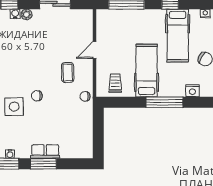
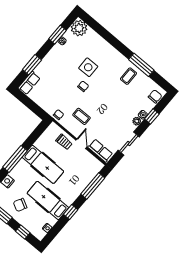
row of seats: (86, 26) -> (100, 151), added
trolley: (115, 83) -> (64, 142), moved
row of seats: (45, 151) -> (29, 83), moved
window: (43, 164) -> (32, 65), moved

